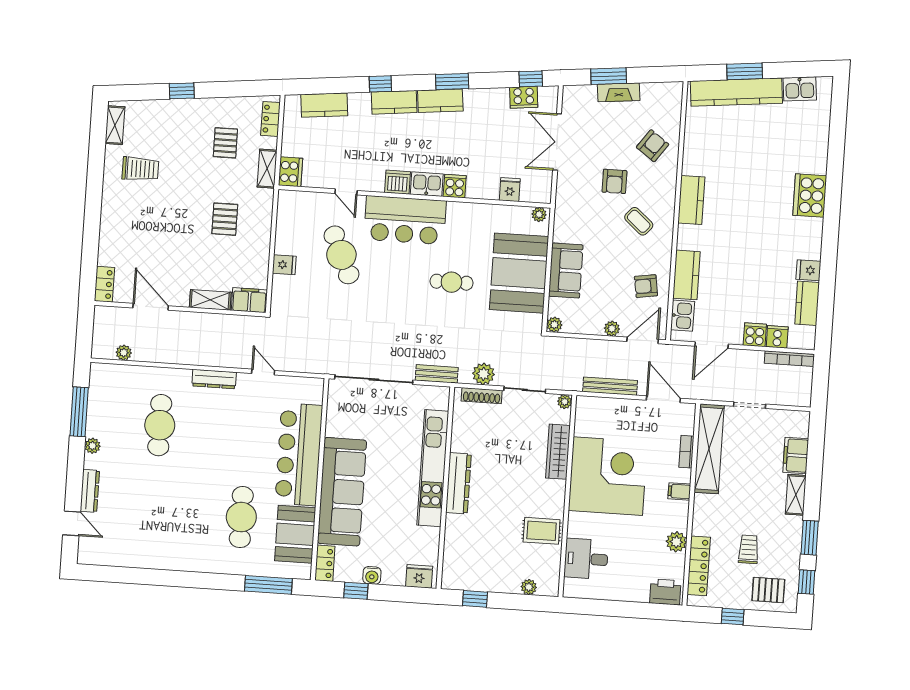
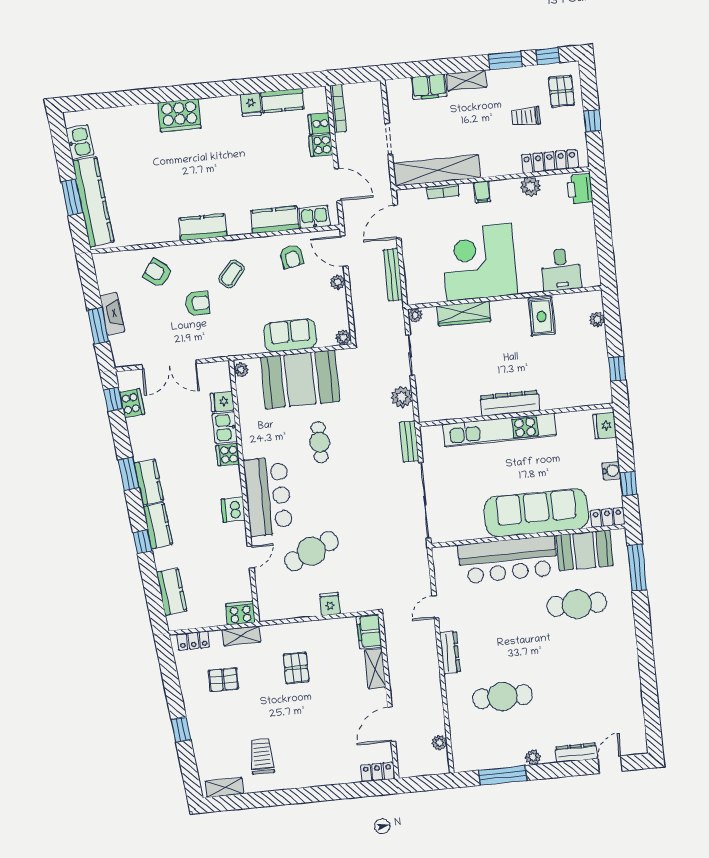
kitchen sink: (427, 184) -> (225, 427), moved
pallet: (225, 219) -> (296, 668), turned 90
shoe rack: (482, 396) -> (423, 395), removed

